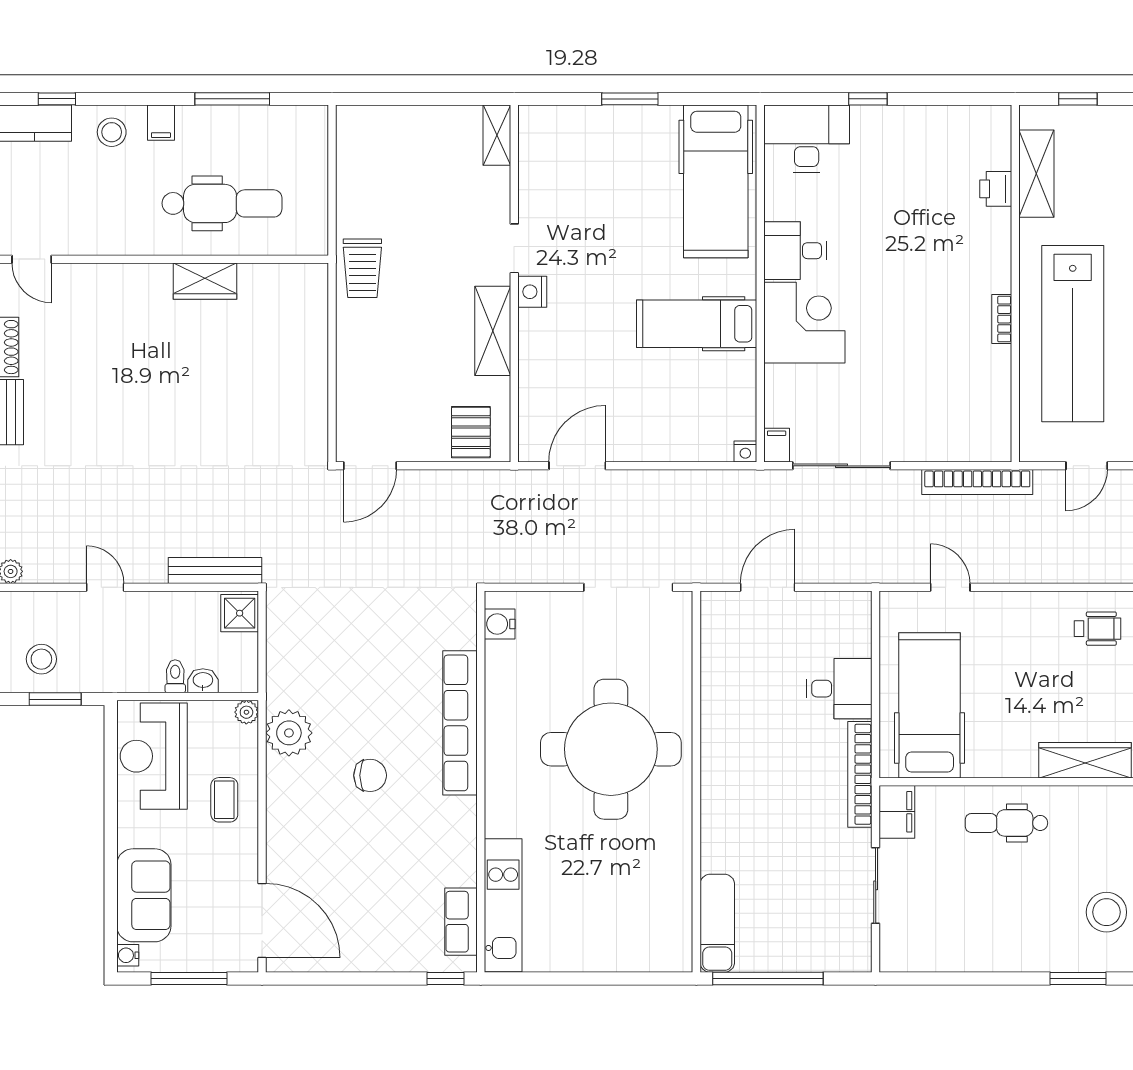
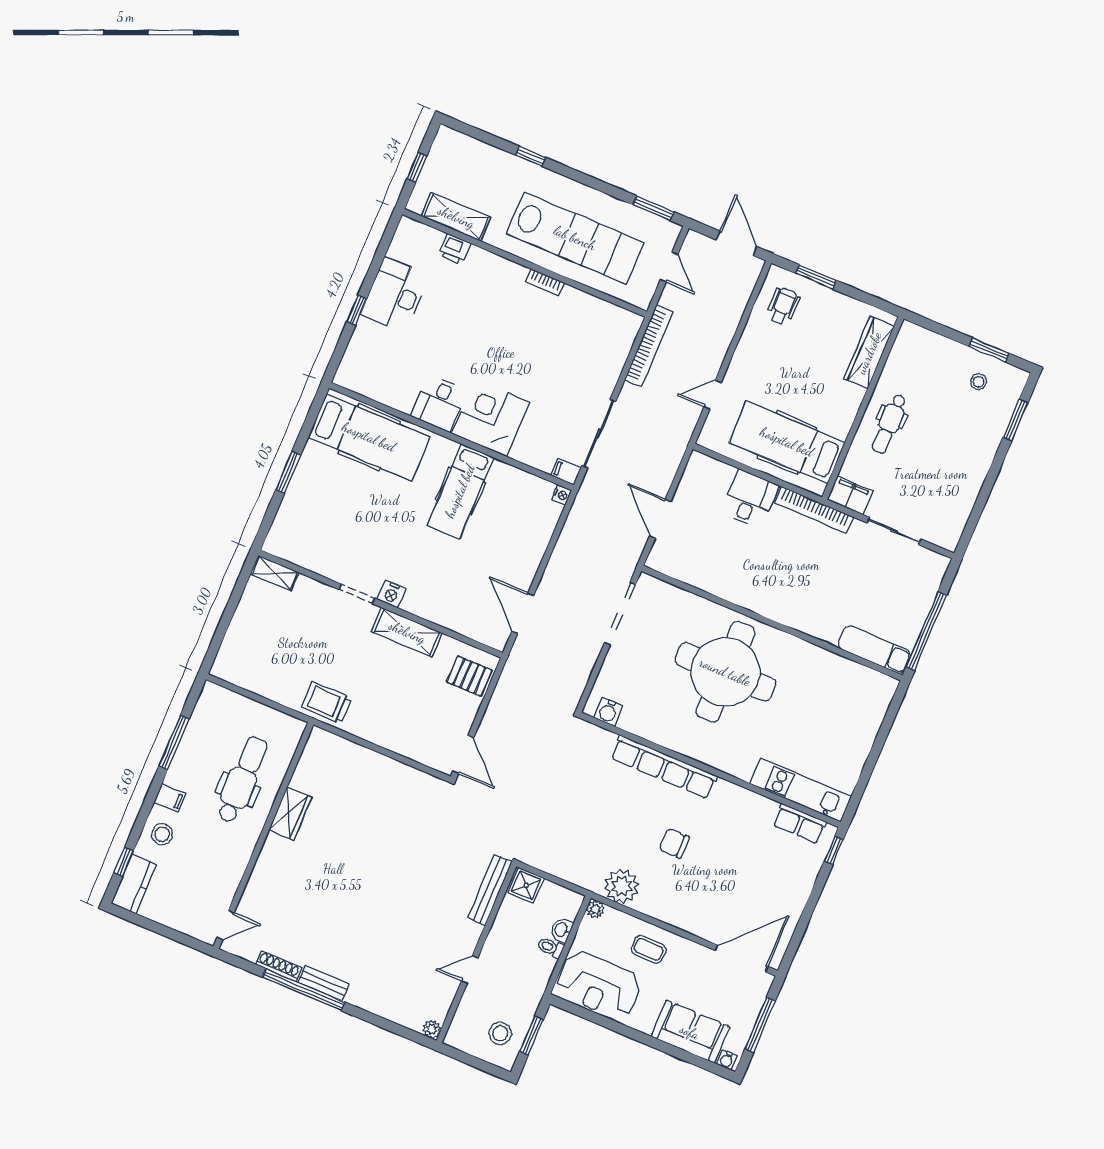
desk: (807, 138) -> (395, 295), moved
trolley: (362, 268) -> (327, 703), turned 180
chair: (370, 775) -> (674, 843), turned -90
stool: (1106, 912) -> (979, 382), width x0.53, depth x0.53

